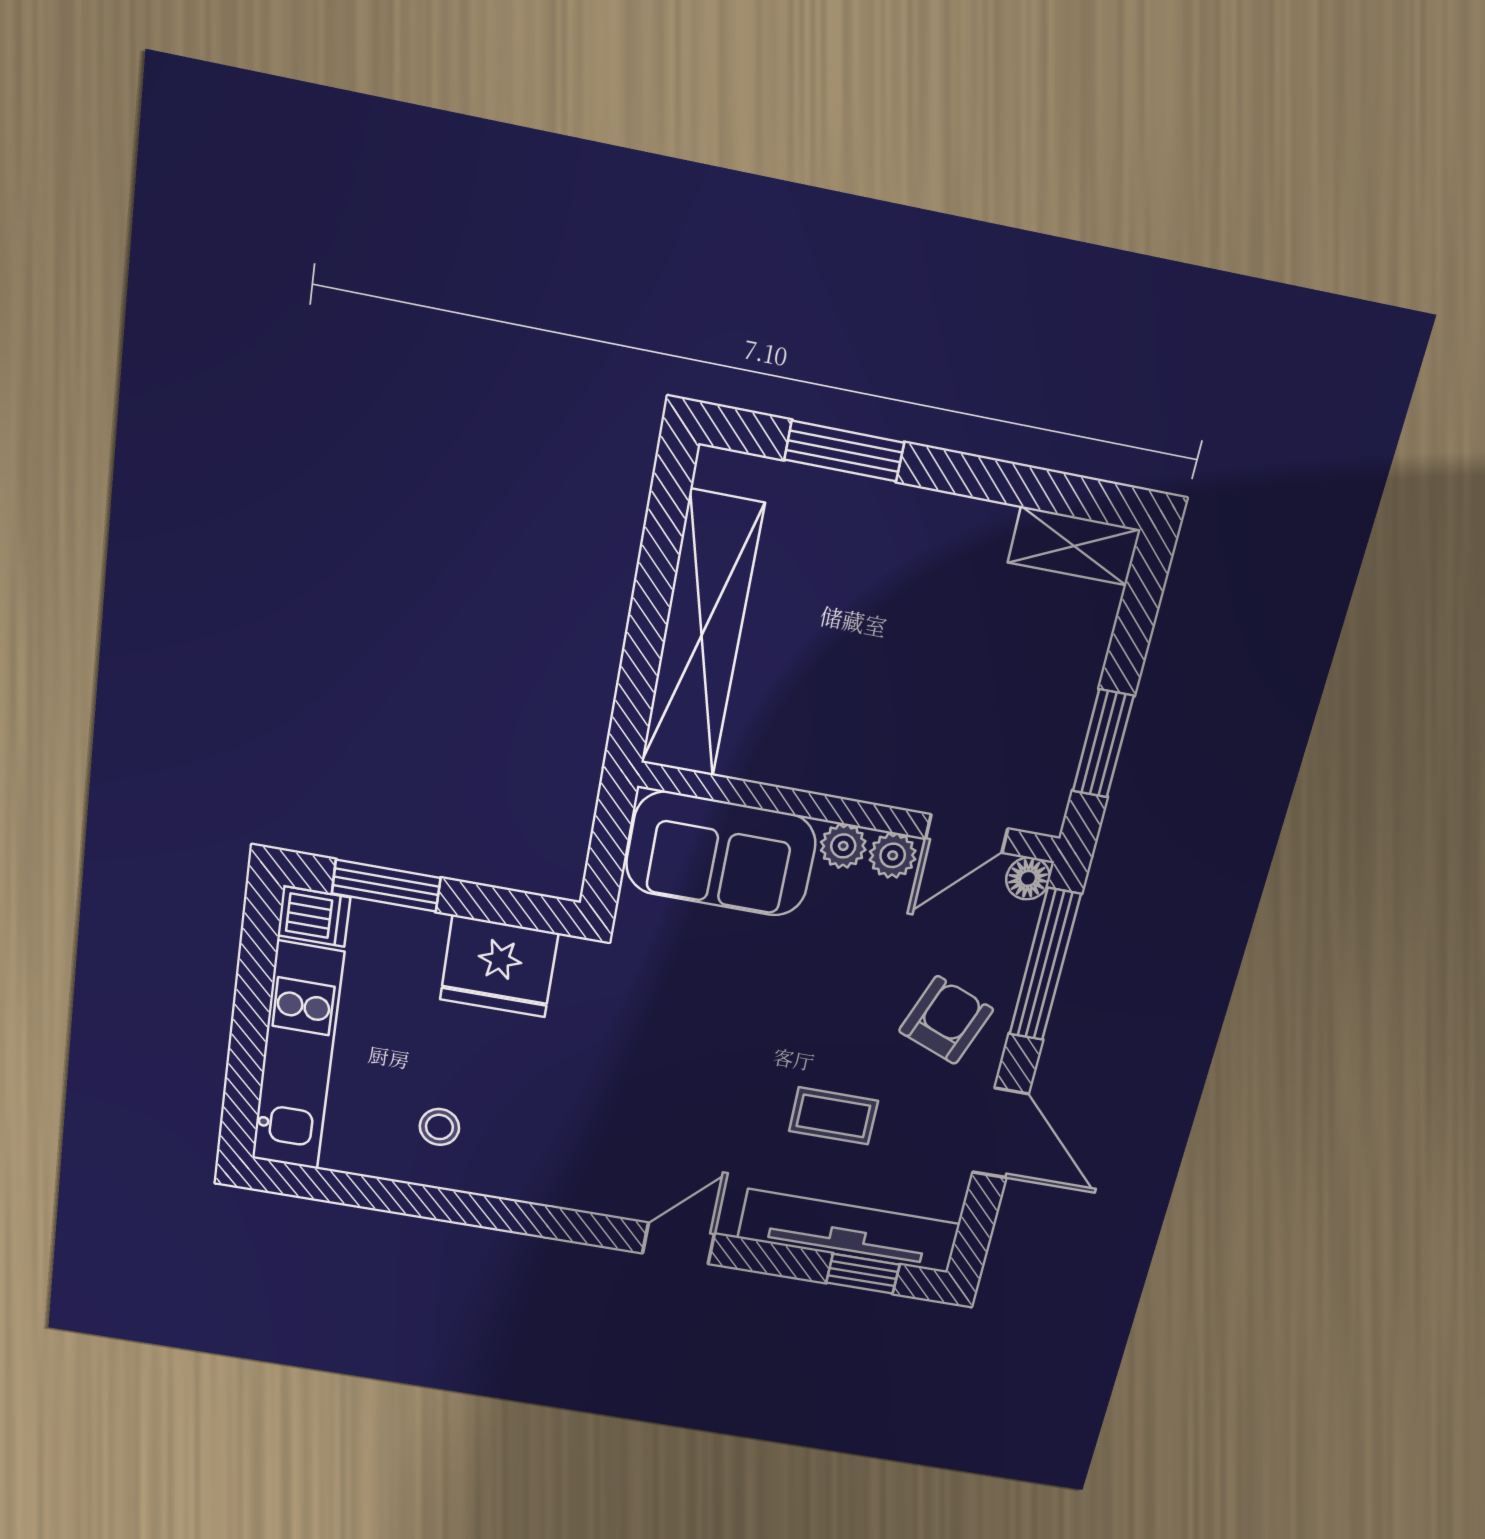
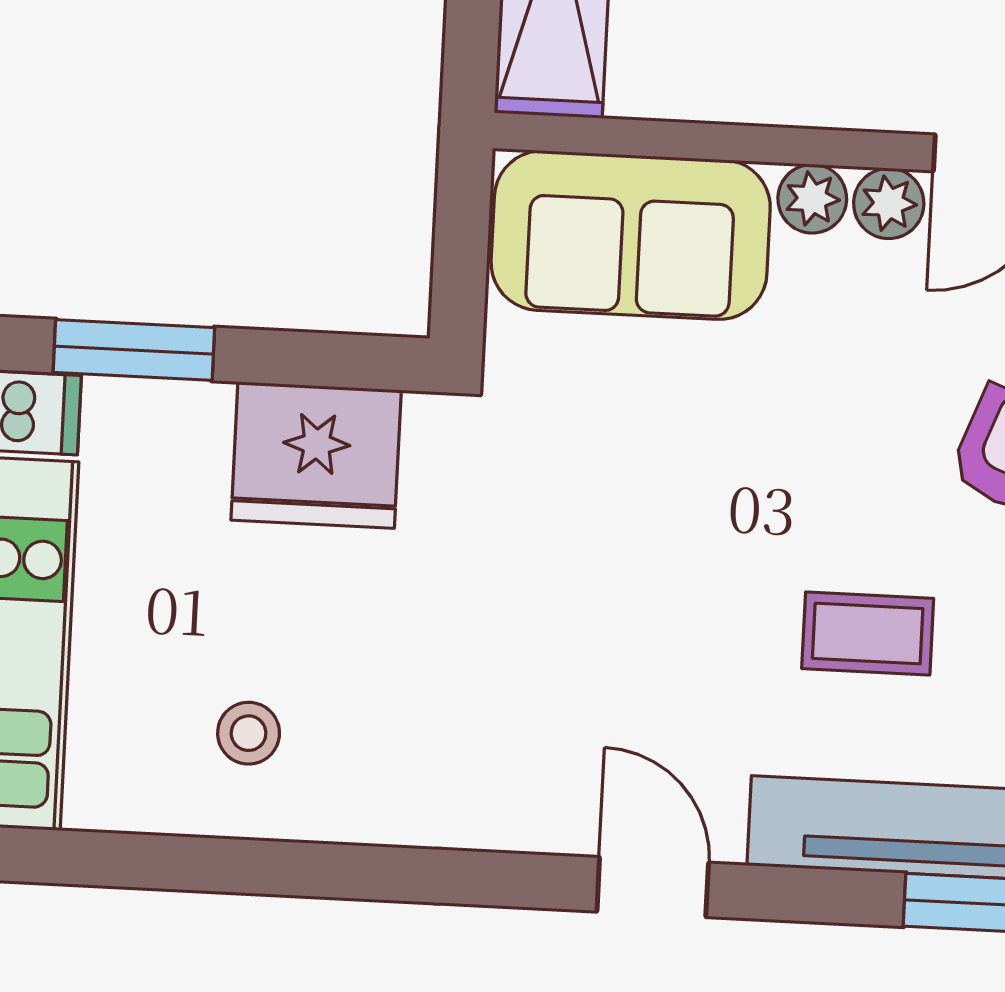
door: (678, 1243) -> (653, 887), hinge flipped

